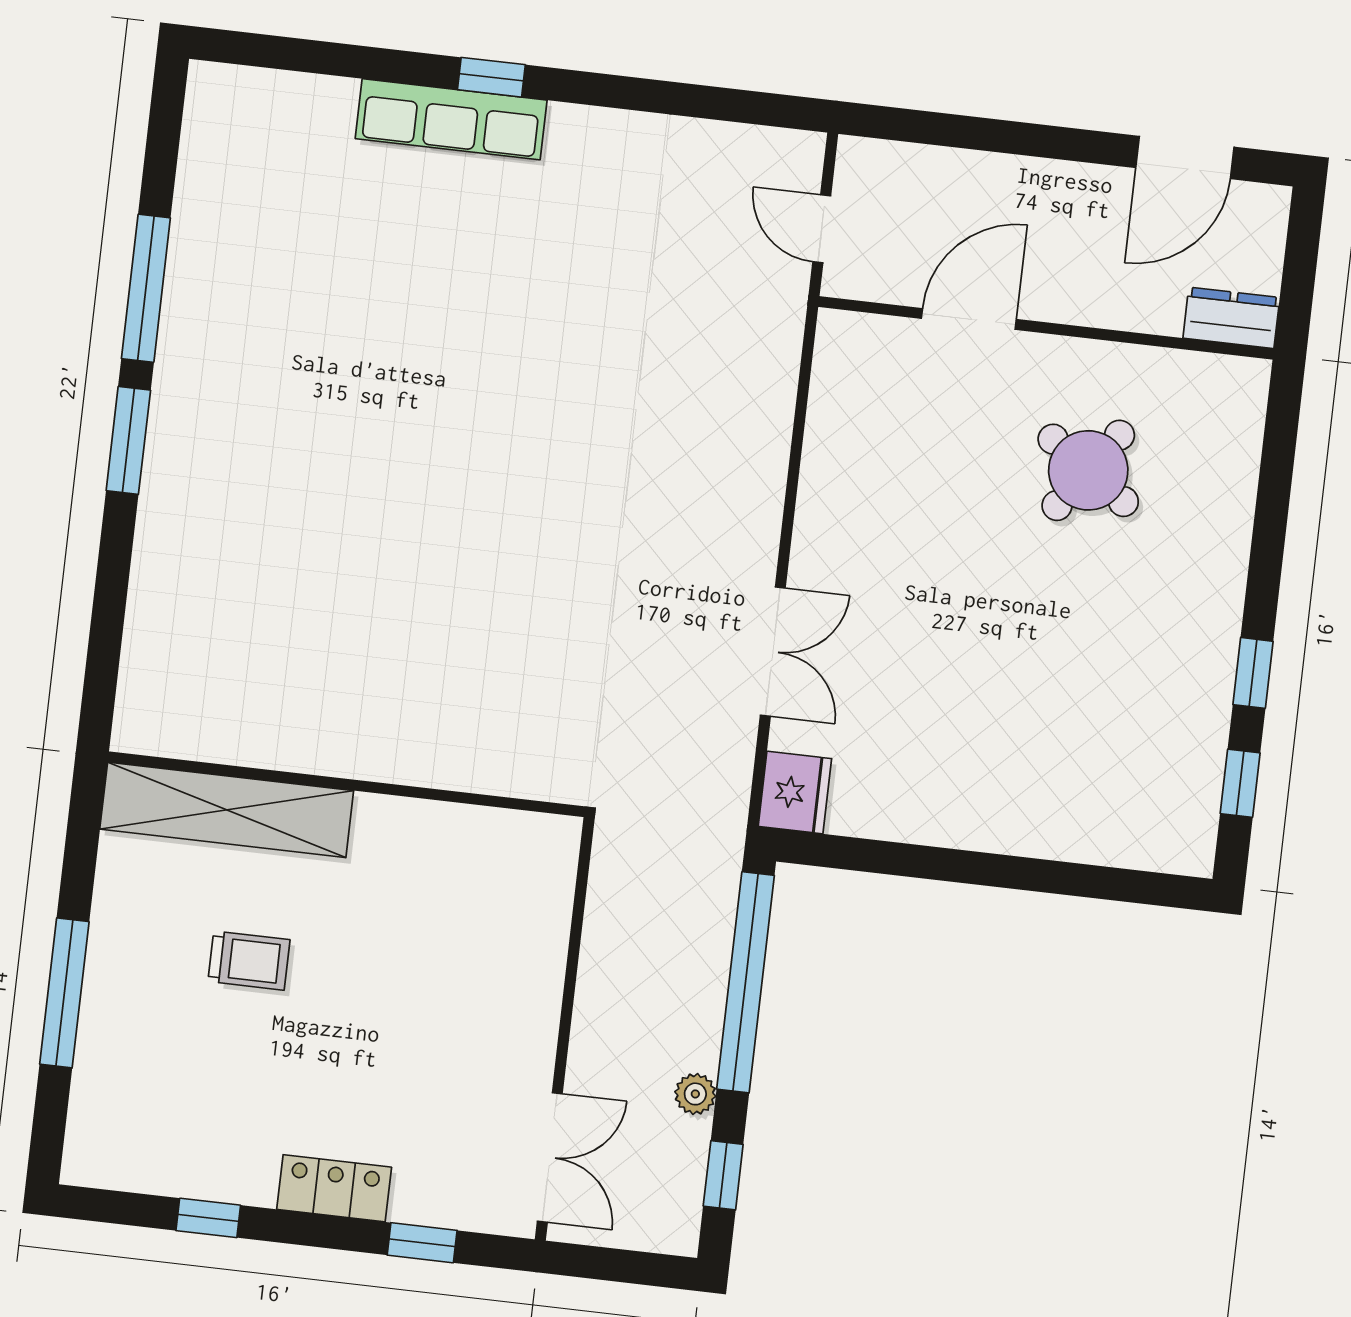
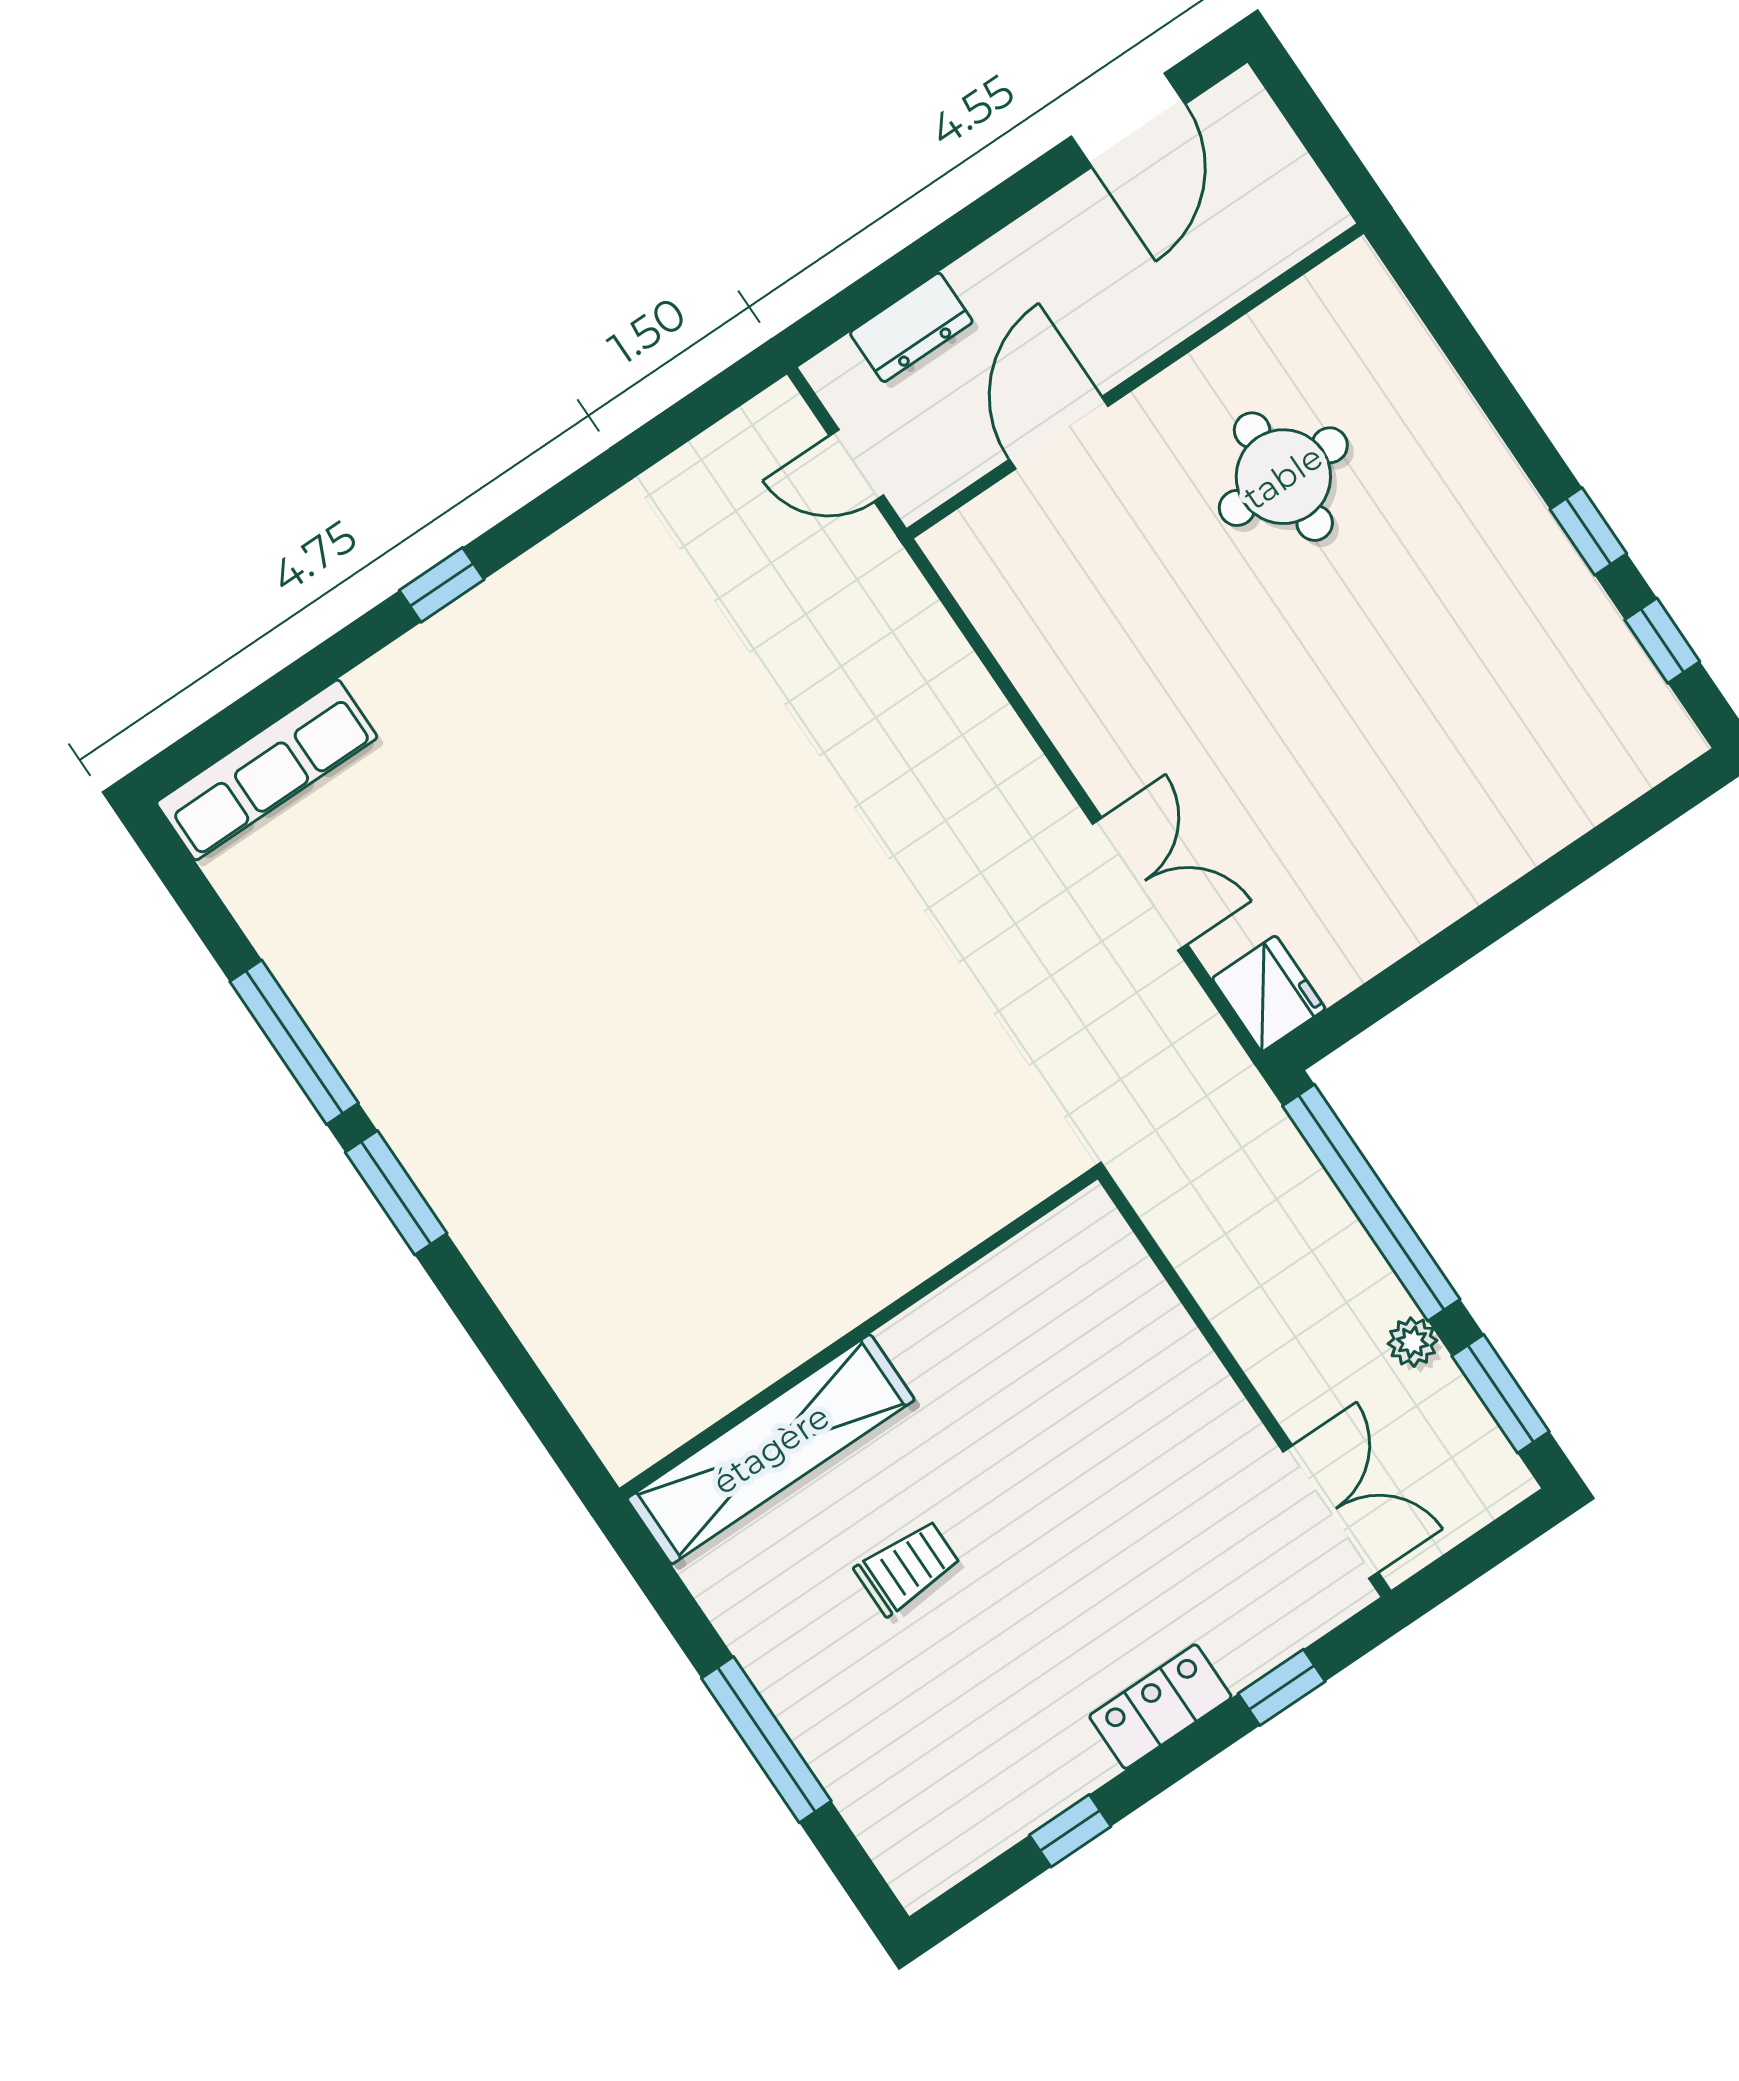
row of seats: (451, 119) -> (267, 770), moved
dresser: (1231, 318) -> (911, 327), moved, turned 180
round table: (1088, 470) -> (1283, 477), turned -35
window: (723, 1175) -> (1501, 1394), width x1.50

